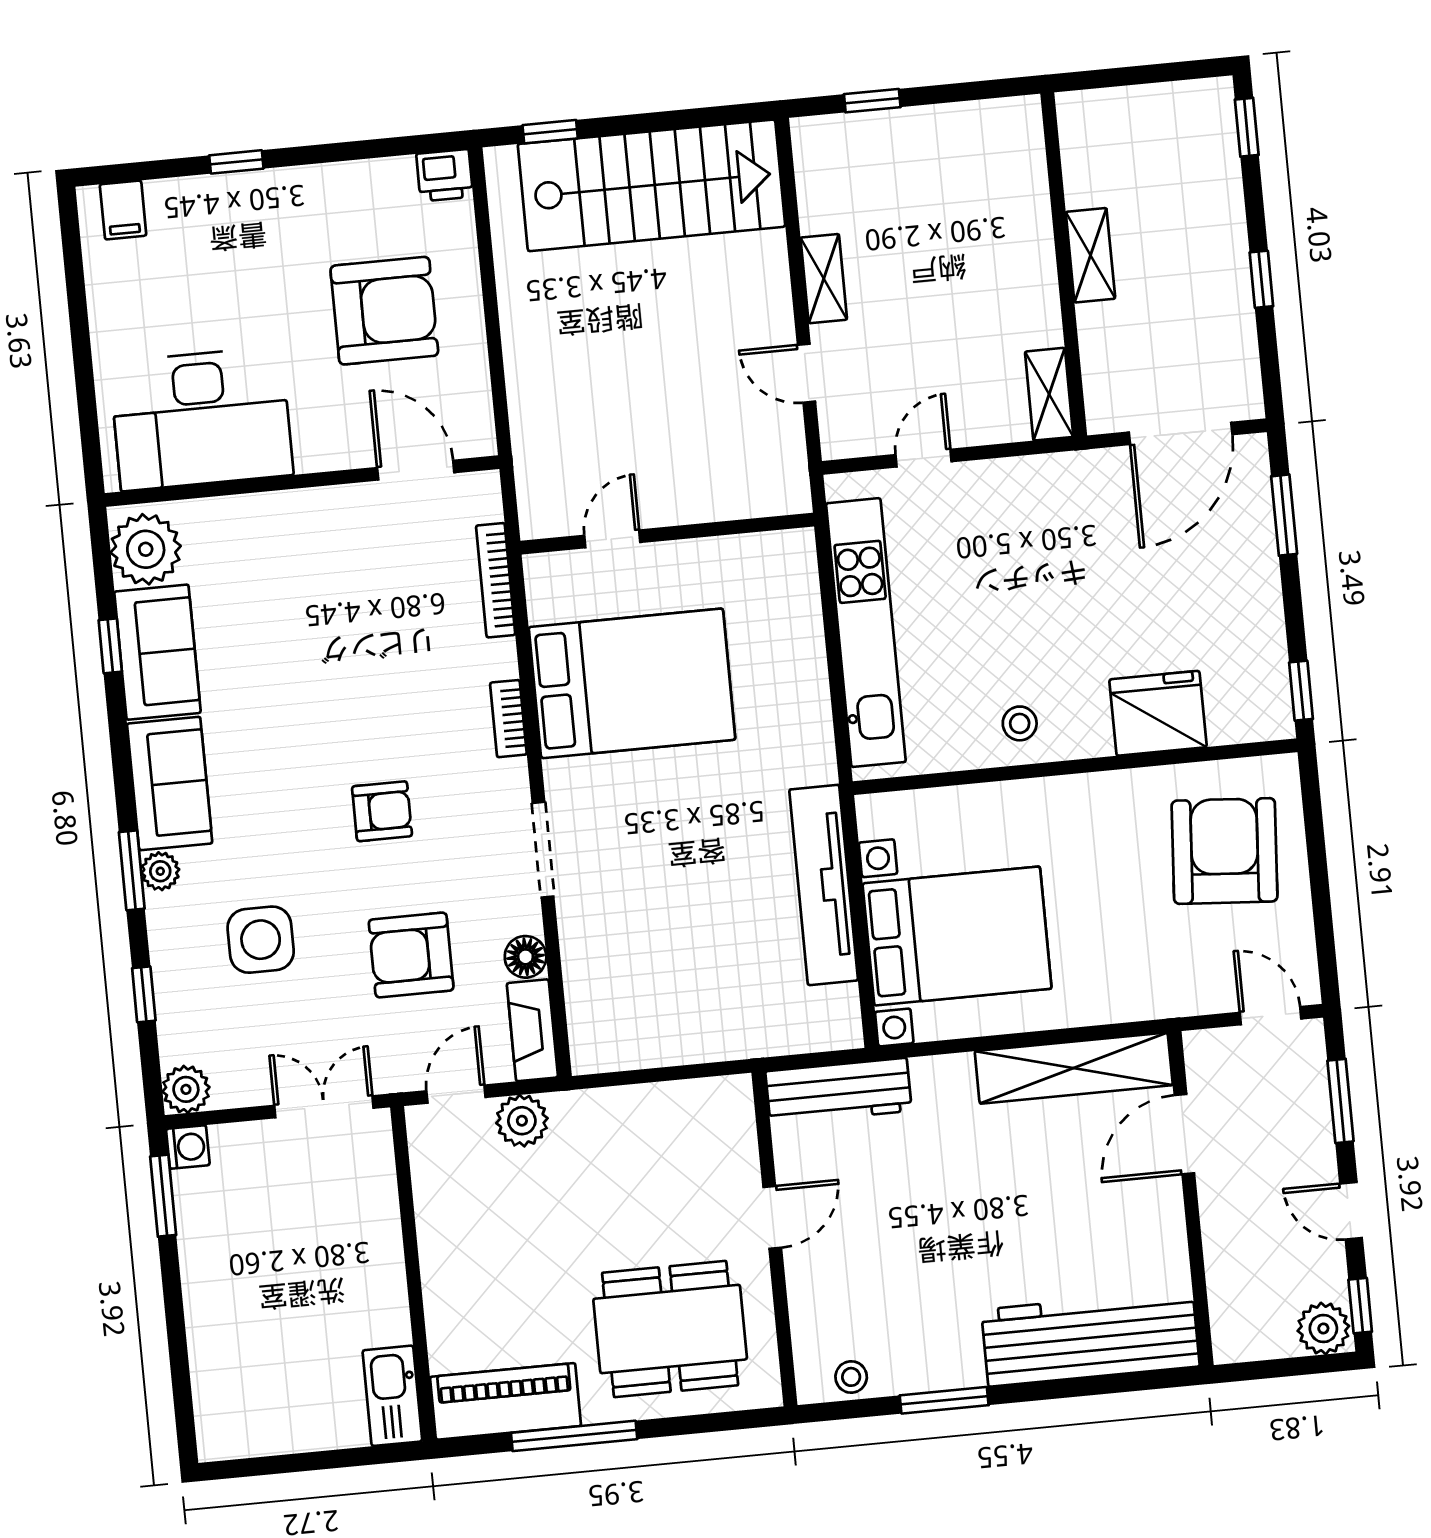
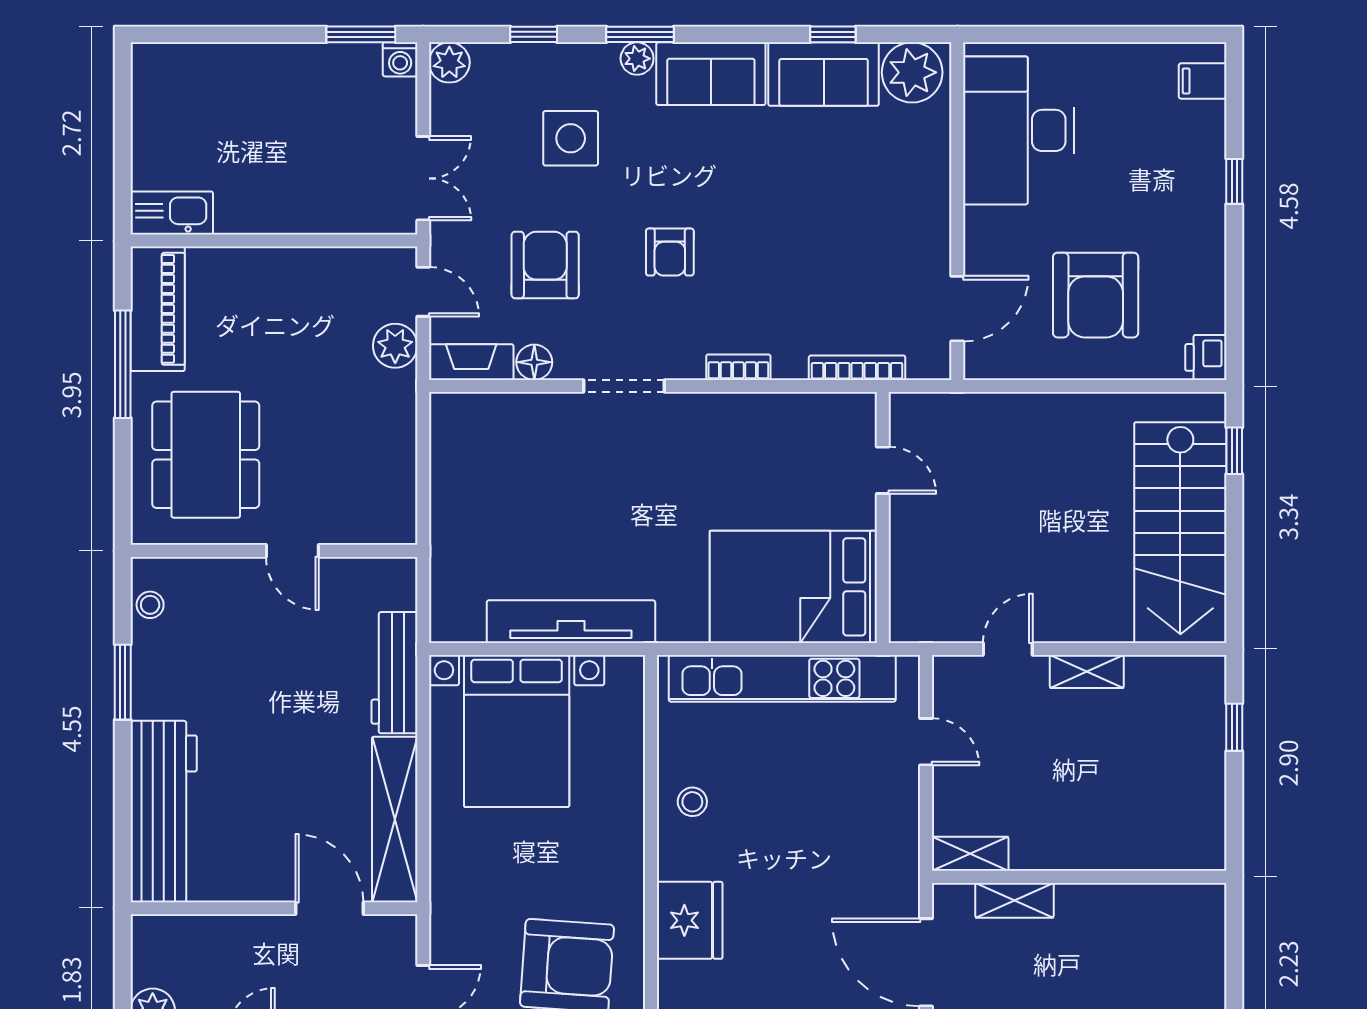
shelving: (1090, 255) -> (1014, 900), moved
bed: (632, 683) -> (793, 587), moved, turned 90
workbench: (839, 1091) -> (394, 673), moved

